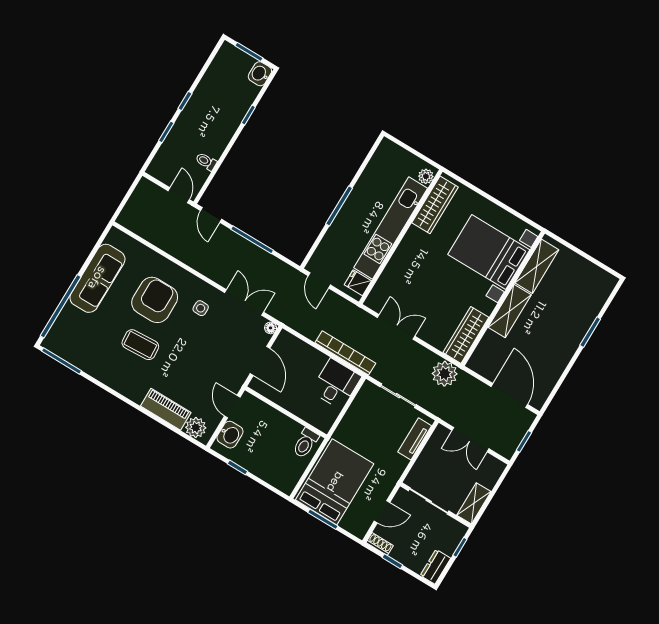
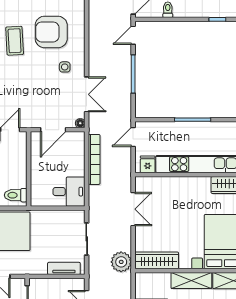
armchair: (155, 300) -> (51, 32), turned 180
bookcase: (345, 353) -> (94, 159), moved

